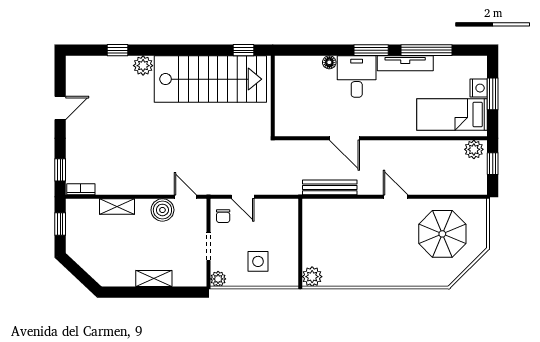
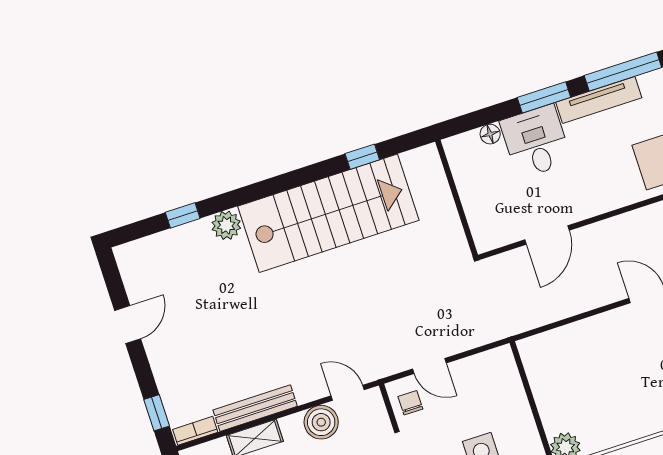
wall: (273, 96) -> (456, 198), moved
door: (344, 138) -> (547, 235), hinge flipped
bench: (330, 187) -> (255, 408), moved
chair: (223, 216) -> (410, 403), turned 180

